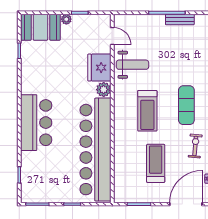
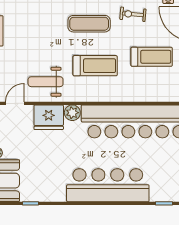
weight bench: (132, 65) -> (46, 82), turned -90
bar counter: (36, 123) -> (108, 185), width x1.36
treadmill: (156, 163) -> (152, 57), turned 180

